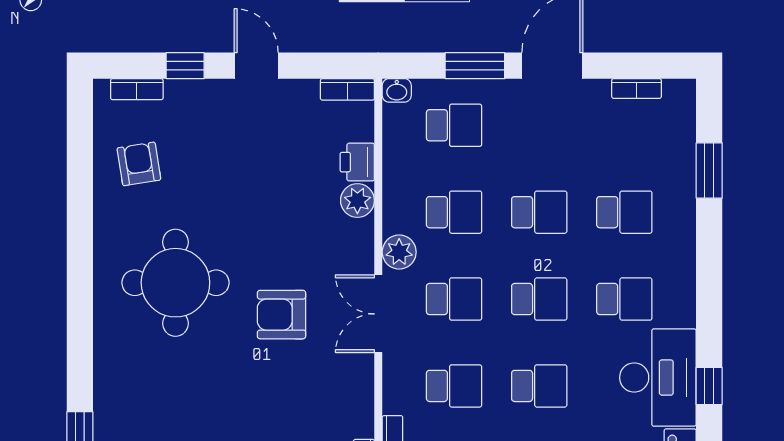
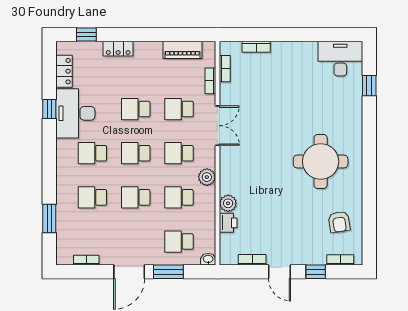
bookcase: (347, 89) -> (252, 260), moved
double door: (378, 314) -> (217, 126), moved
armchair: (281, 315) -> (267, 145), removed

